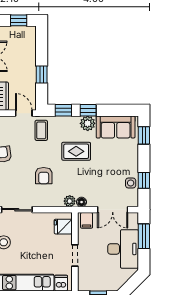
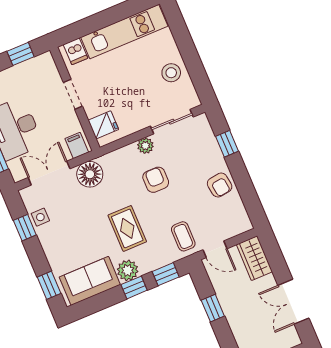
rug: (76, 151) -> (127, 228), turned 90
plant: (70, 201) -> (145, 146), moved
floor lamp: (82, 202) -> (90, 174), width x1.89, depth x1.89

